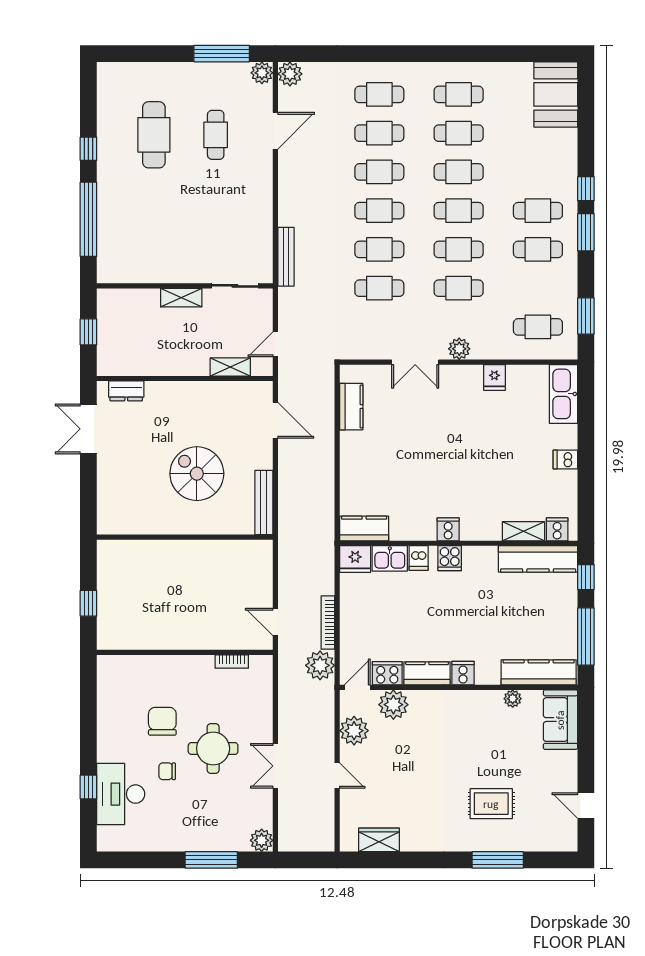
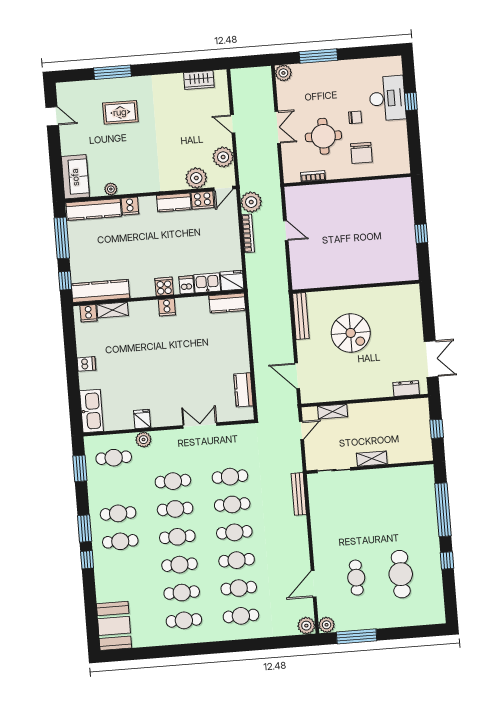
plant: (459, 349) -> (143, 440), moved
wall: (185, 652) -> (347, 180), moved
bookcase: (232, 662) -> (313, 176), moved
cooker: (463, 673) -> (130, 206), moved

